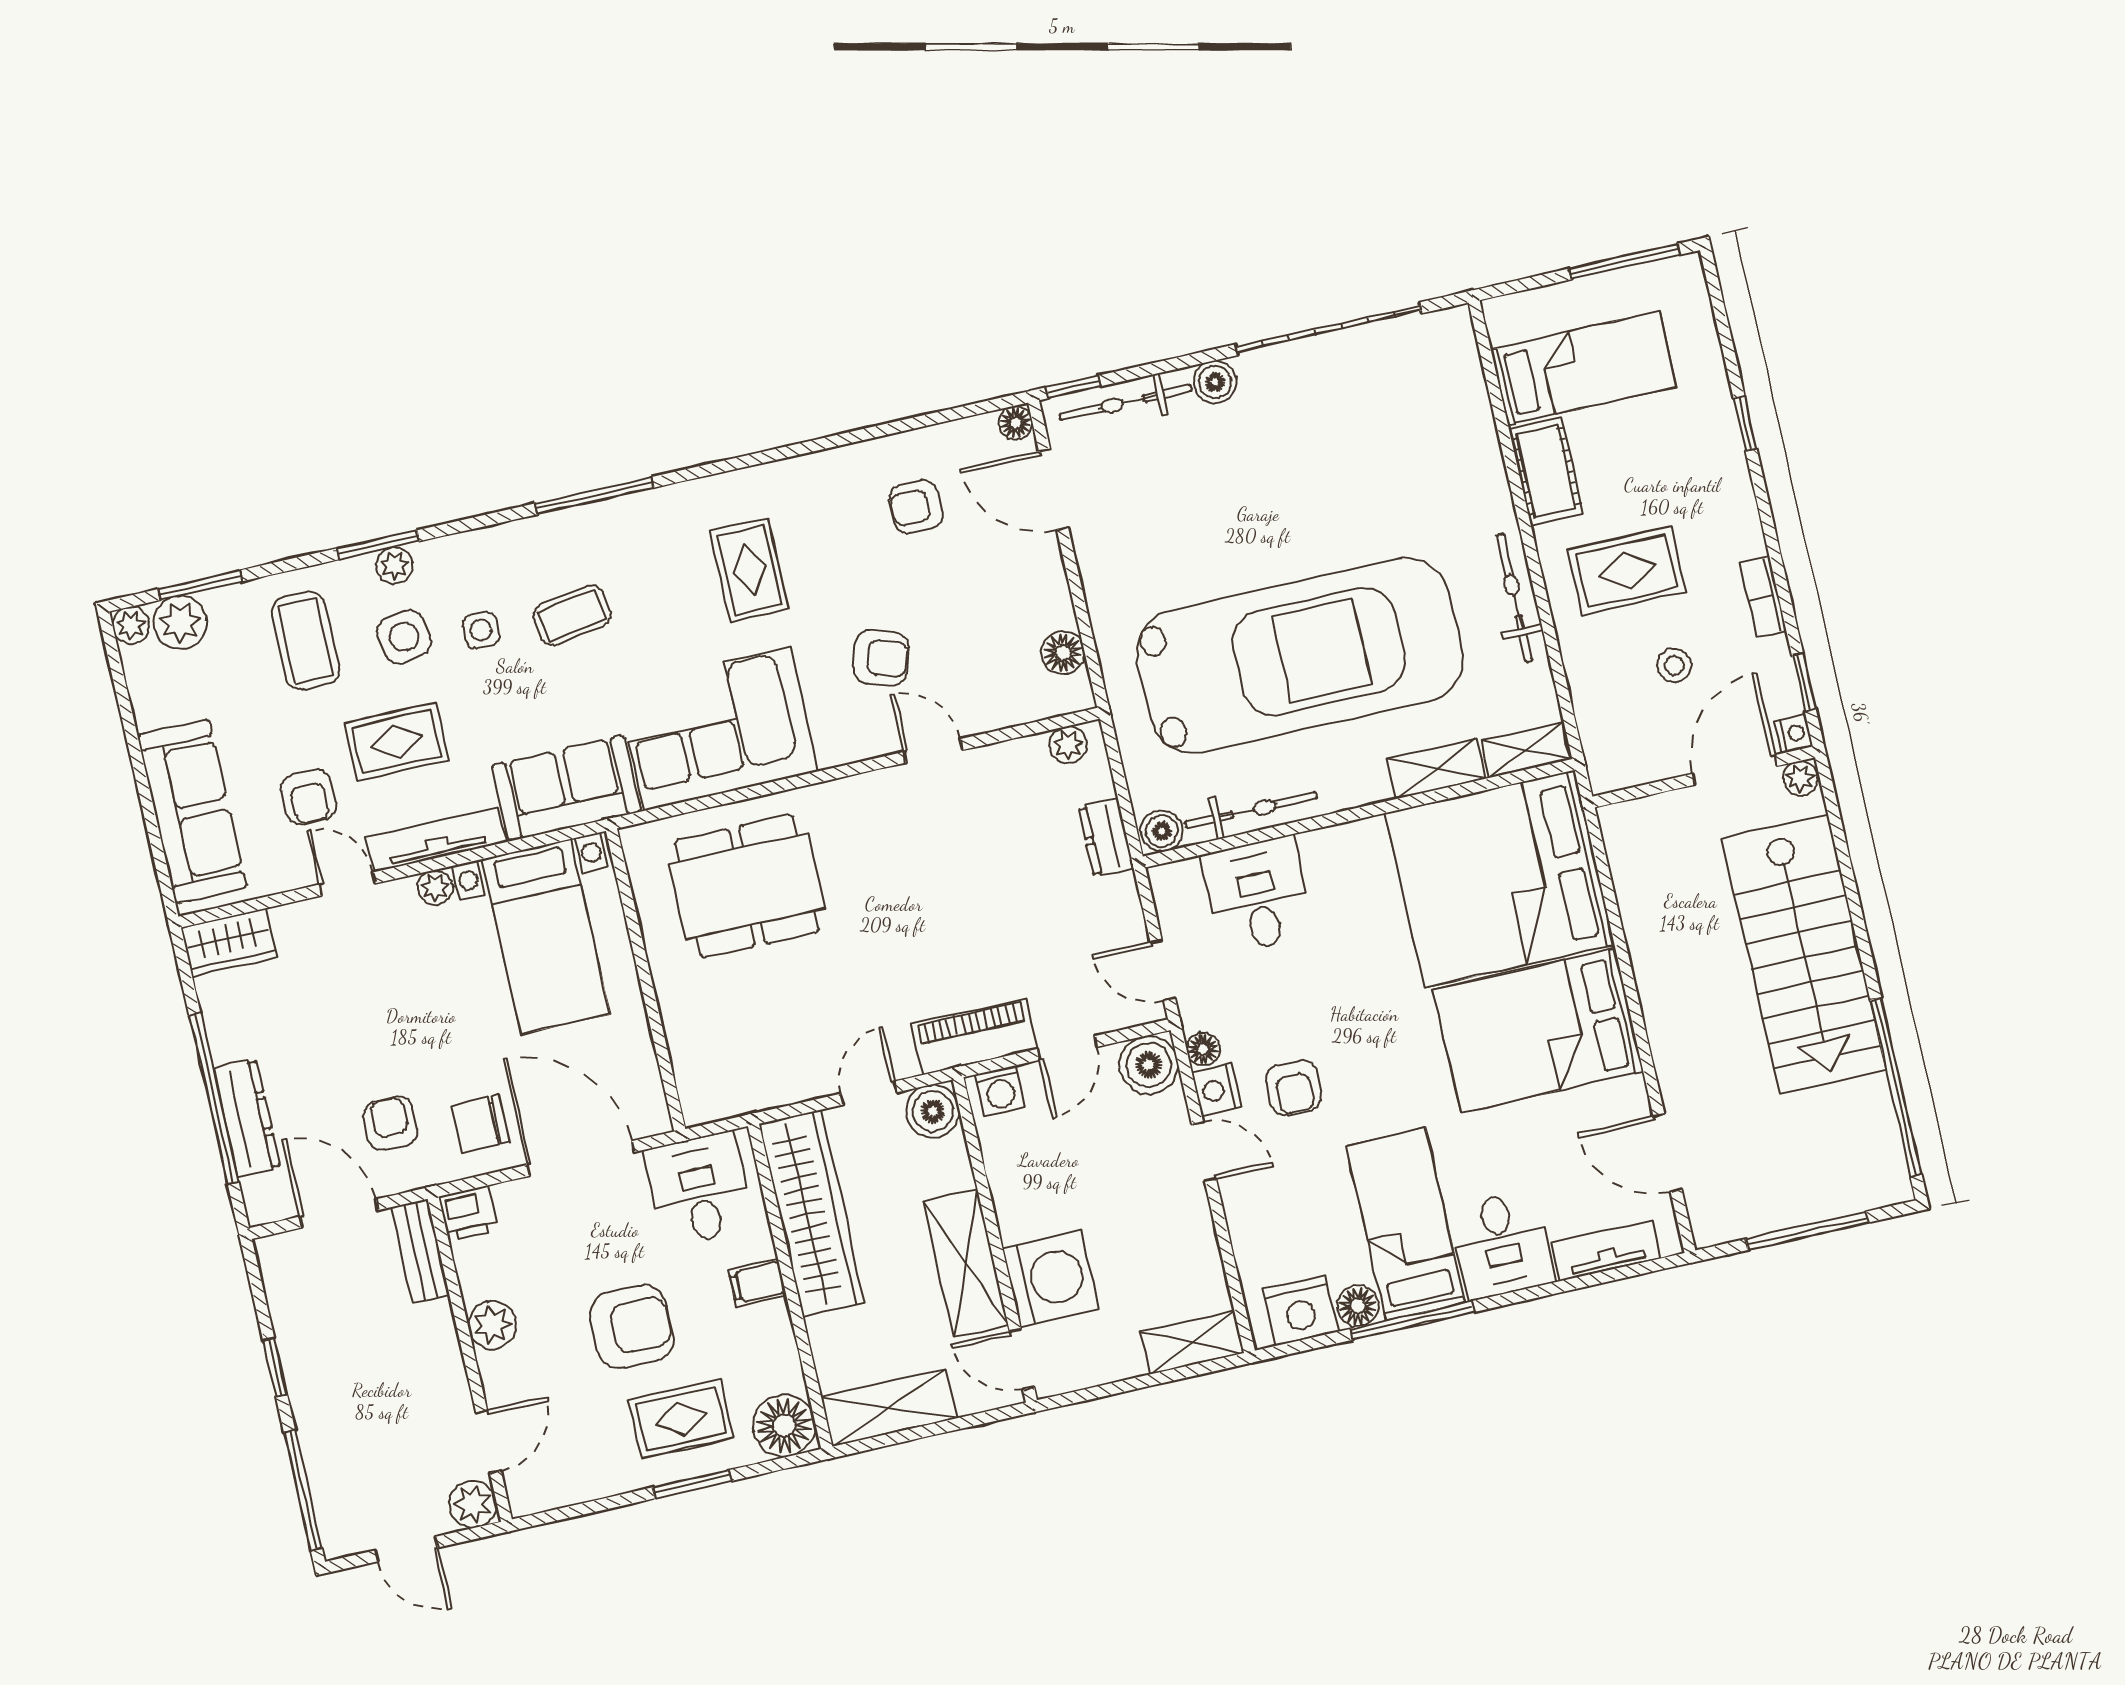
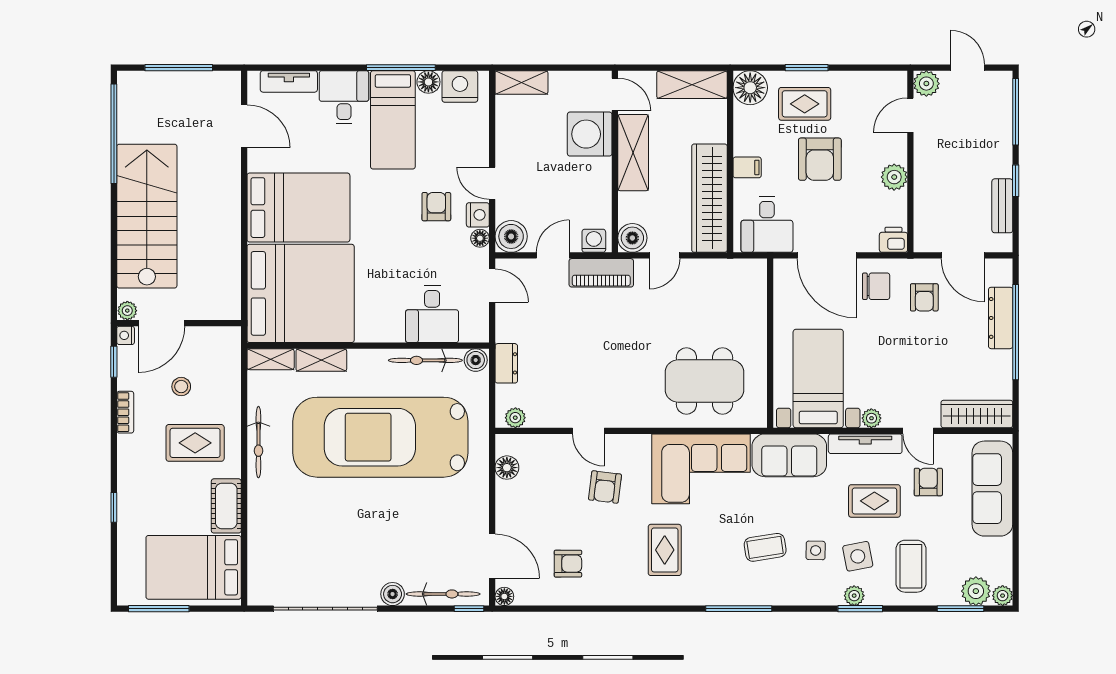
bed: (1584, 368) -> (194, 567), width x1.50
armchair: (881, 658) -> (605, 487), turned -101
wardrobe: (229, 942) -> (977, 414), width x1.50
bench: (420, 1251) -> (1002, 206), moved
armchair: (632, 1327) -> (820, 159), turned -90

